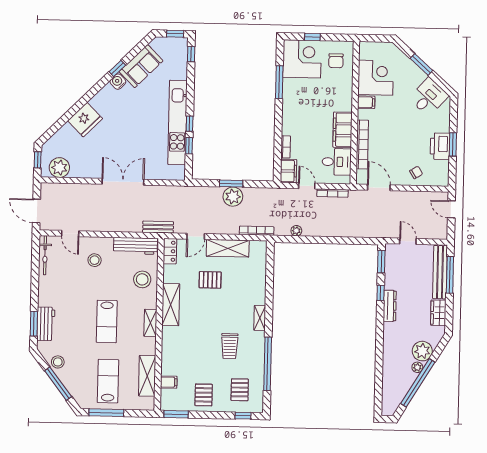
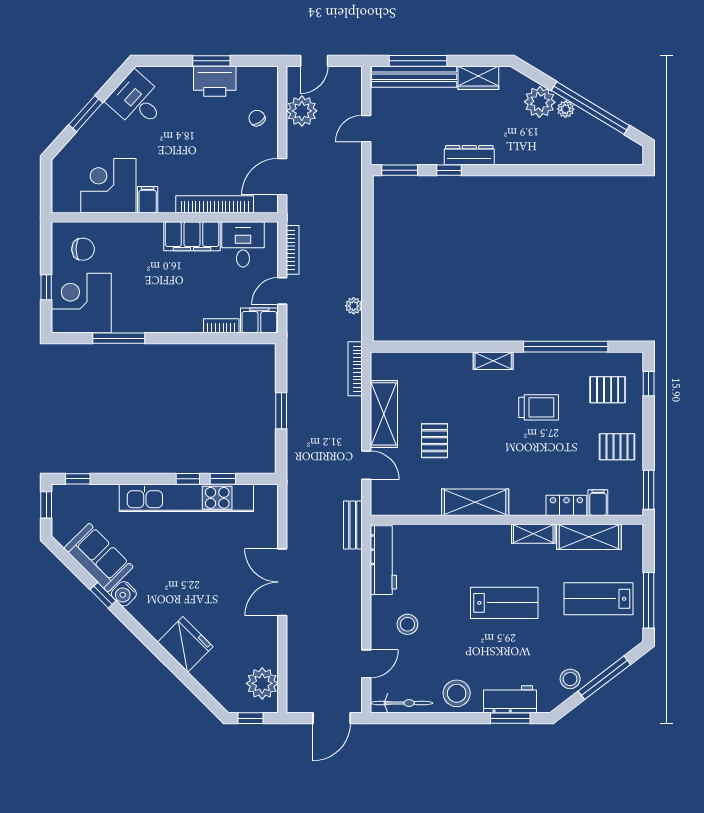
plant: (233, 197) -> (302, 111), moved
locker: (170, 251) -> (566, 505), moved
stool: (142, 279) -> (457, 693), moved
shelving: (150, 323) -> (533, 534), moved

